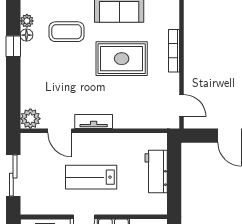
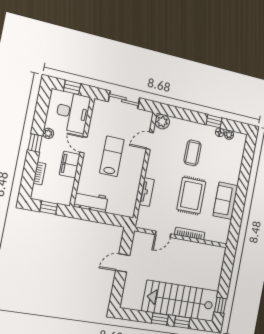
coffee table: (67, 32) -> (193, 153), moved
door: (182, 106) -> (163, 234), moved
tv unit: (94, 121) -> (147, 192), moved
workbench: (156, 172) -> (91, 202), moved

